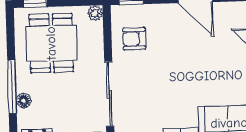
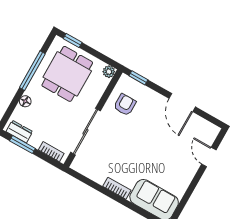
armchair: (134, 39) -> (125, 105), turned 90
window: (12, 87) -> (32, 71), moved

